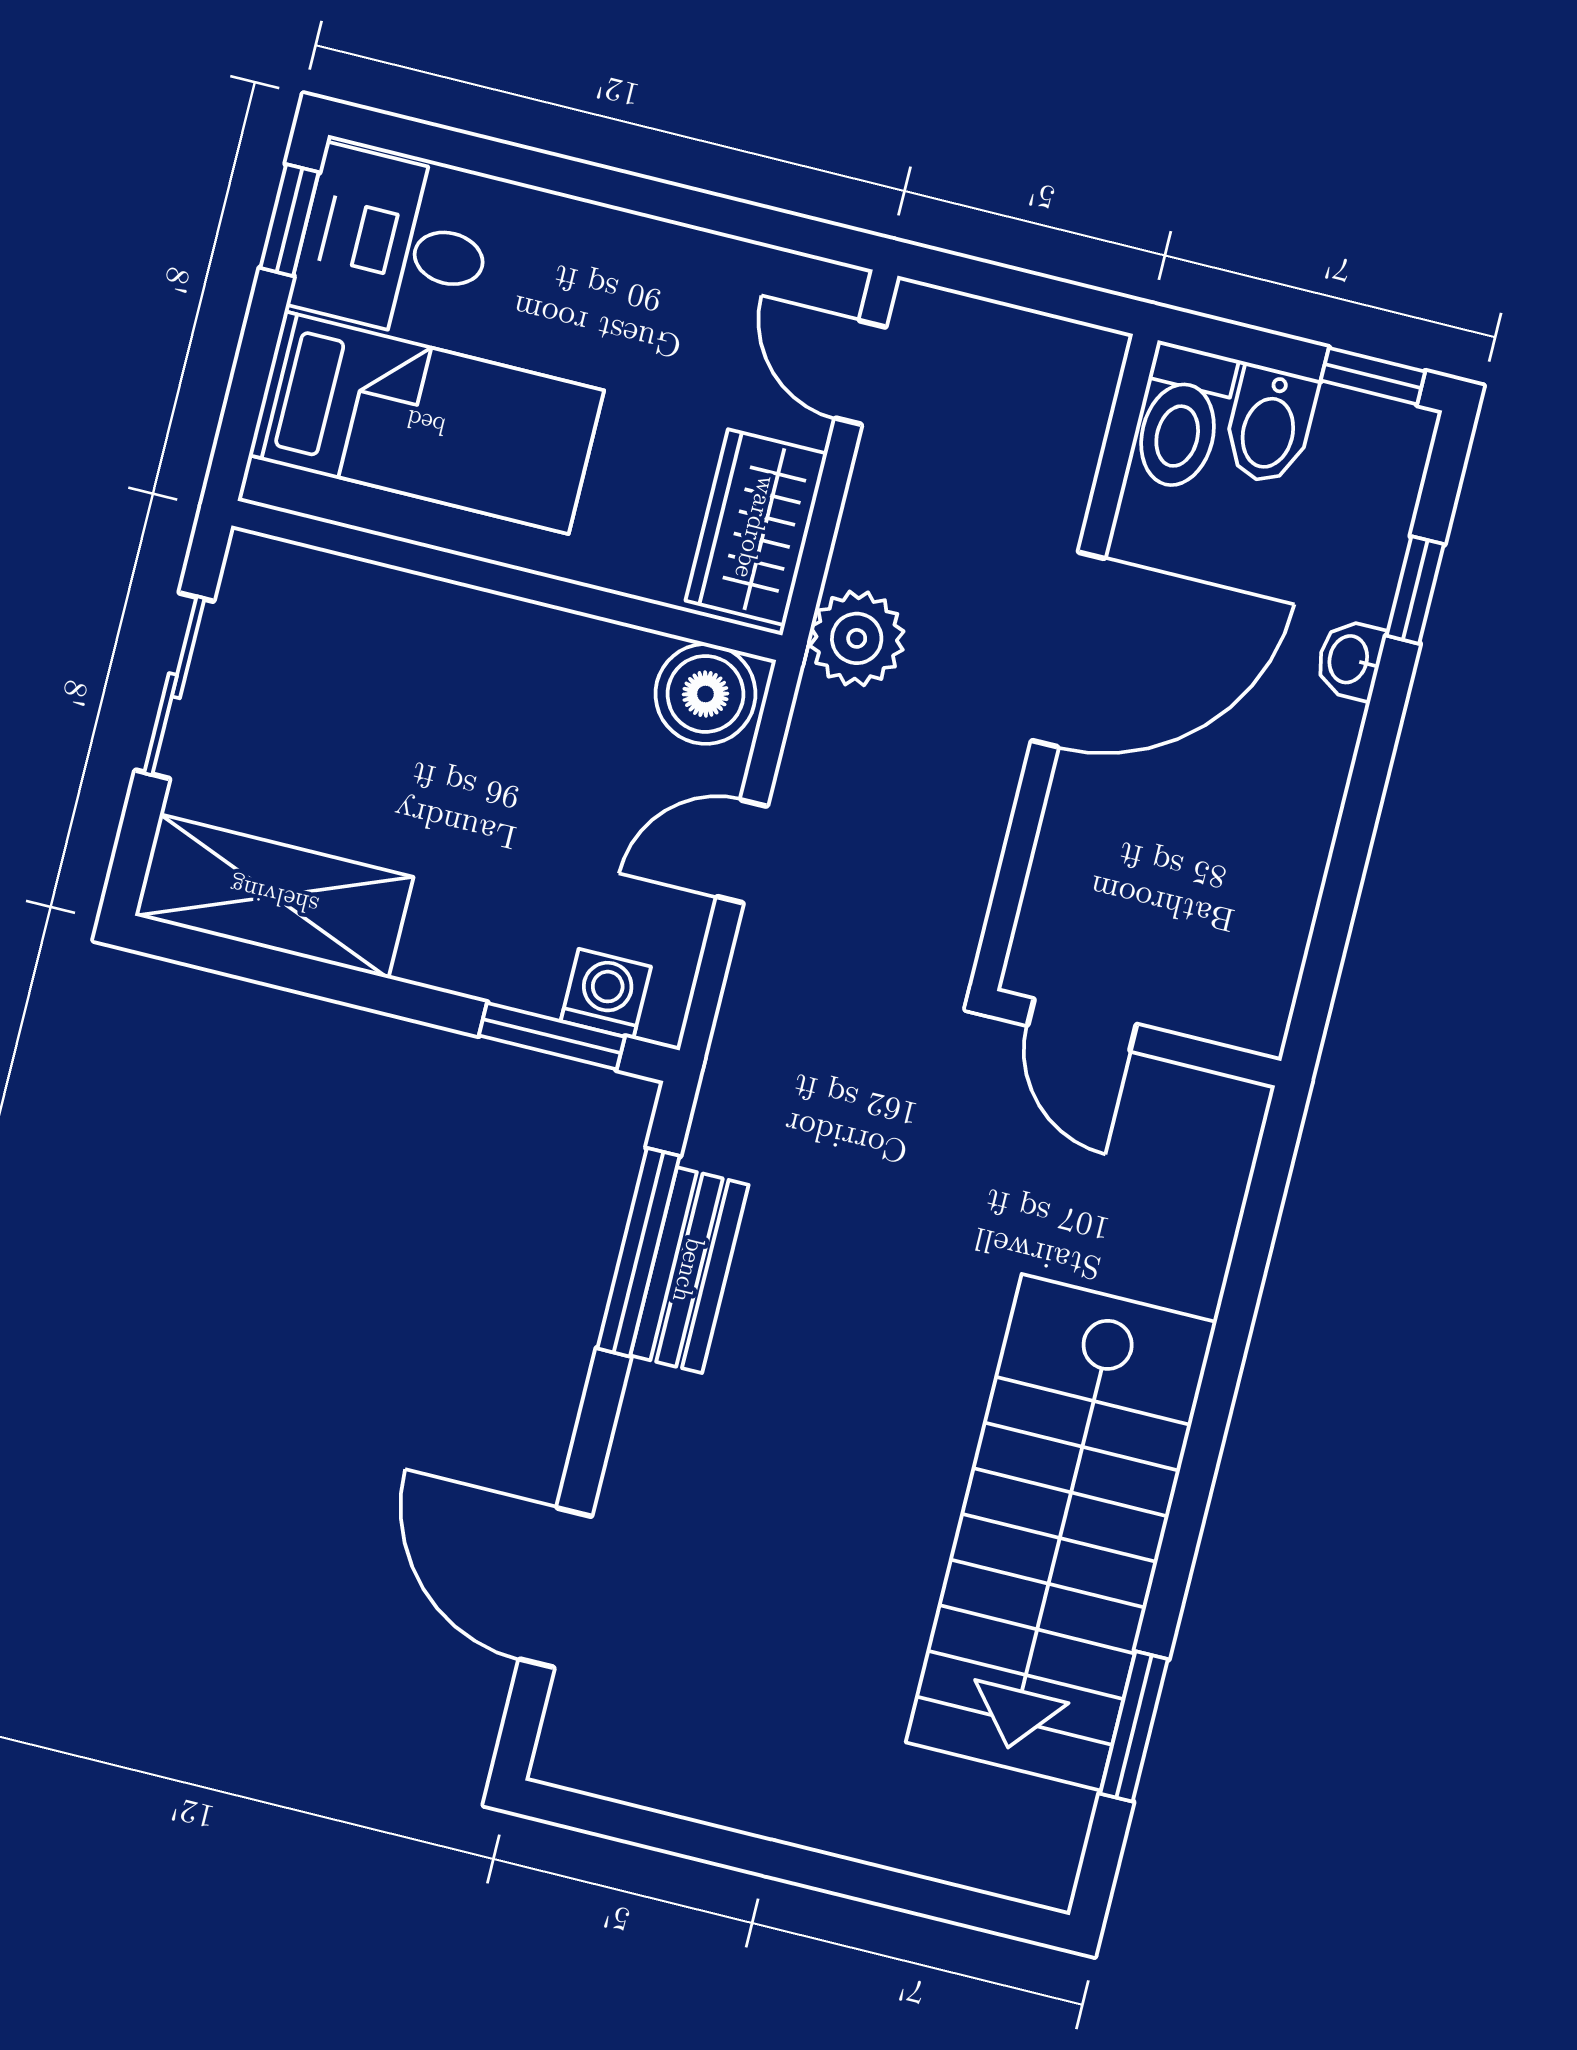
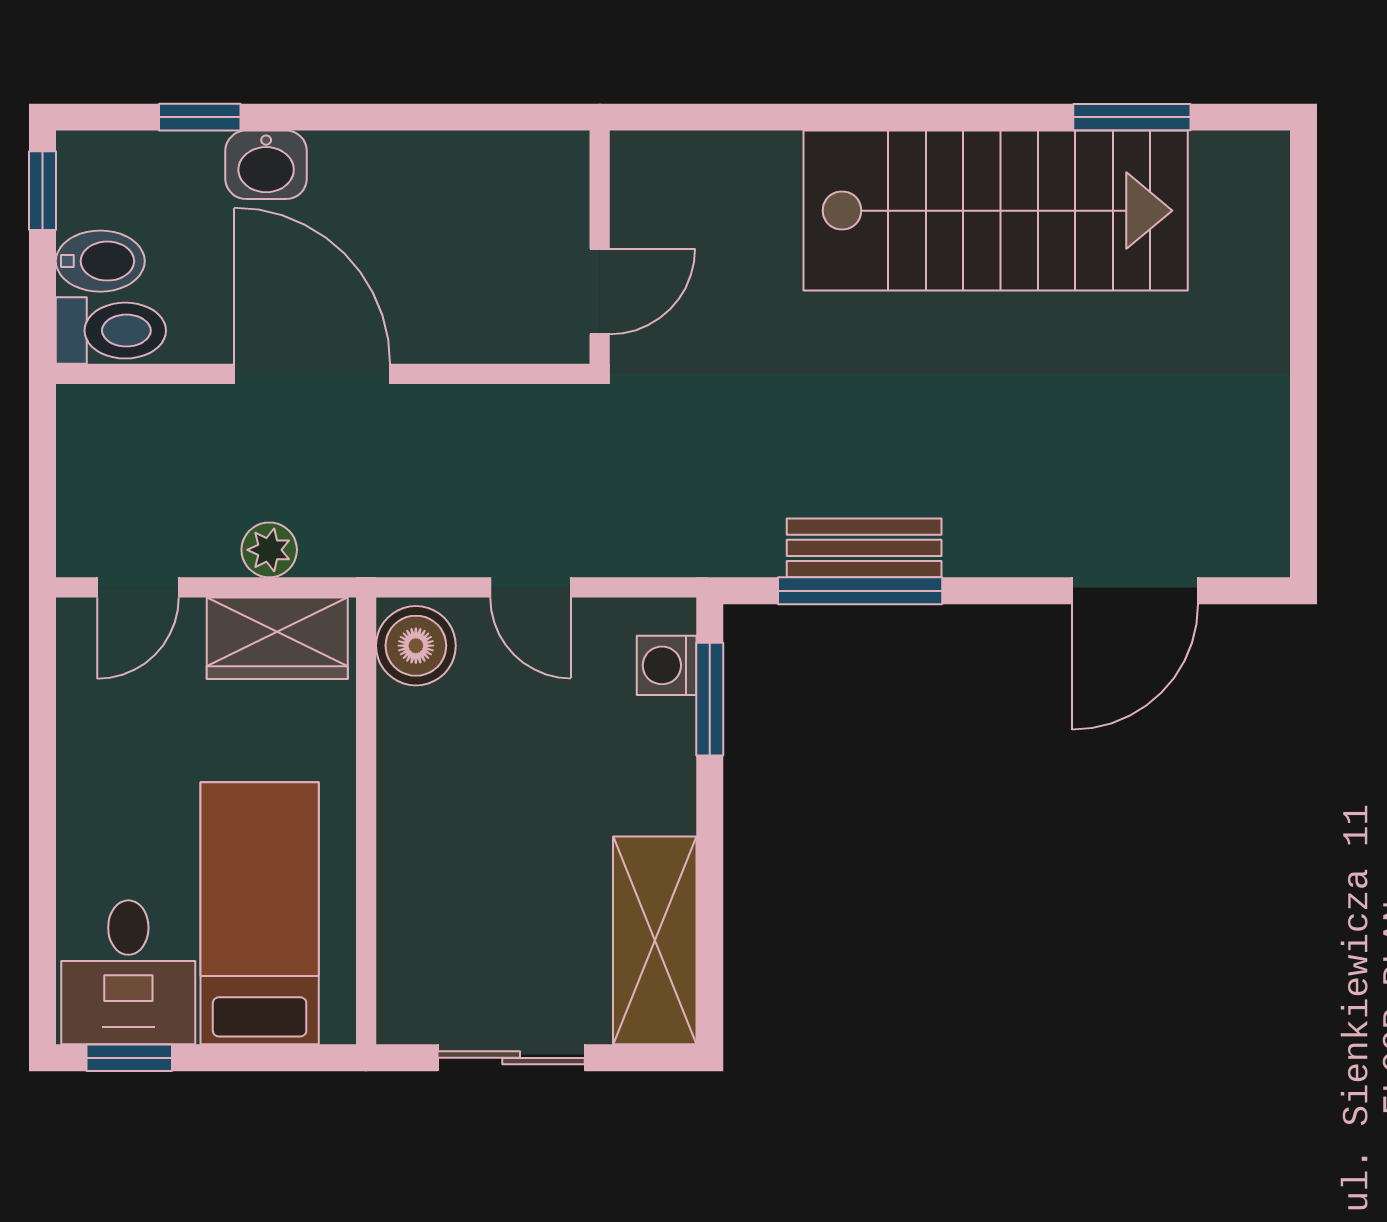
plant: (857, 638) -> (269, 550), moved, width x0.73, depth x0.73
washbasin: (1350, 660) -> (266, 165), width x1.38, depth x1.45

